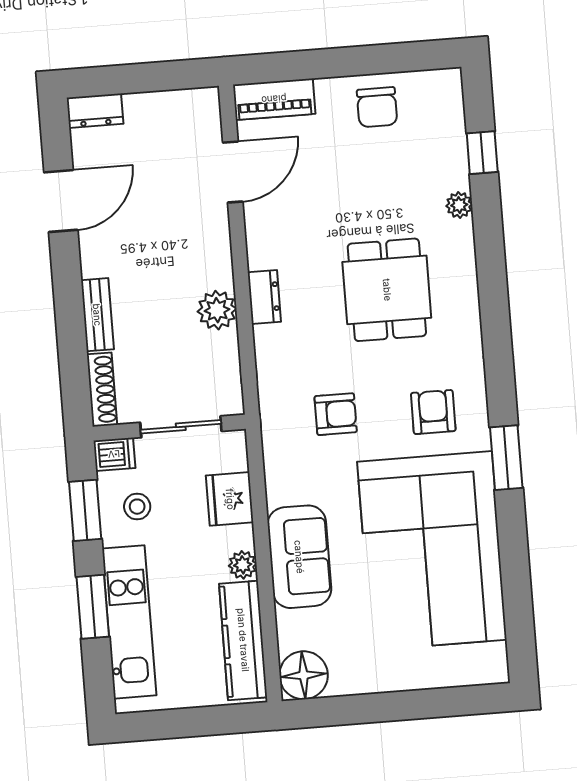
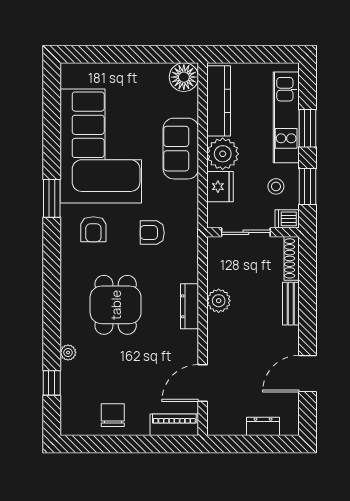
dresser: (95, 111) -> (263, 426), moved
dresser: (264, 297) -> (190, 306), width x1.44
plant: (243, 565) -> (223, 154), width x1.87, depth x1.87

